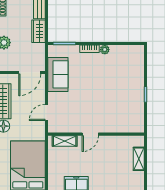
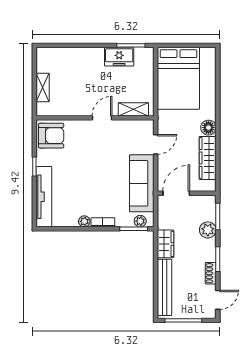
plant: (59, 50) -> (140, 221), added
tv unit: (138, 70) -> (44, 197), added
sofa: (58, 74) -> (142, 183), width x1.36
armchair: (132, 120) -> (51, 136), added

